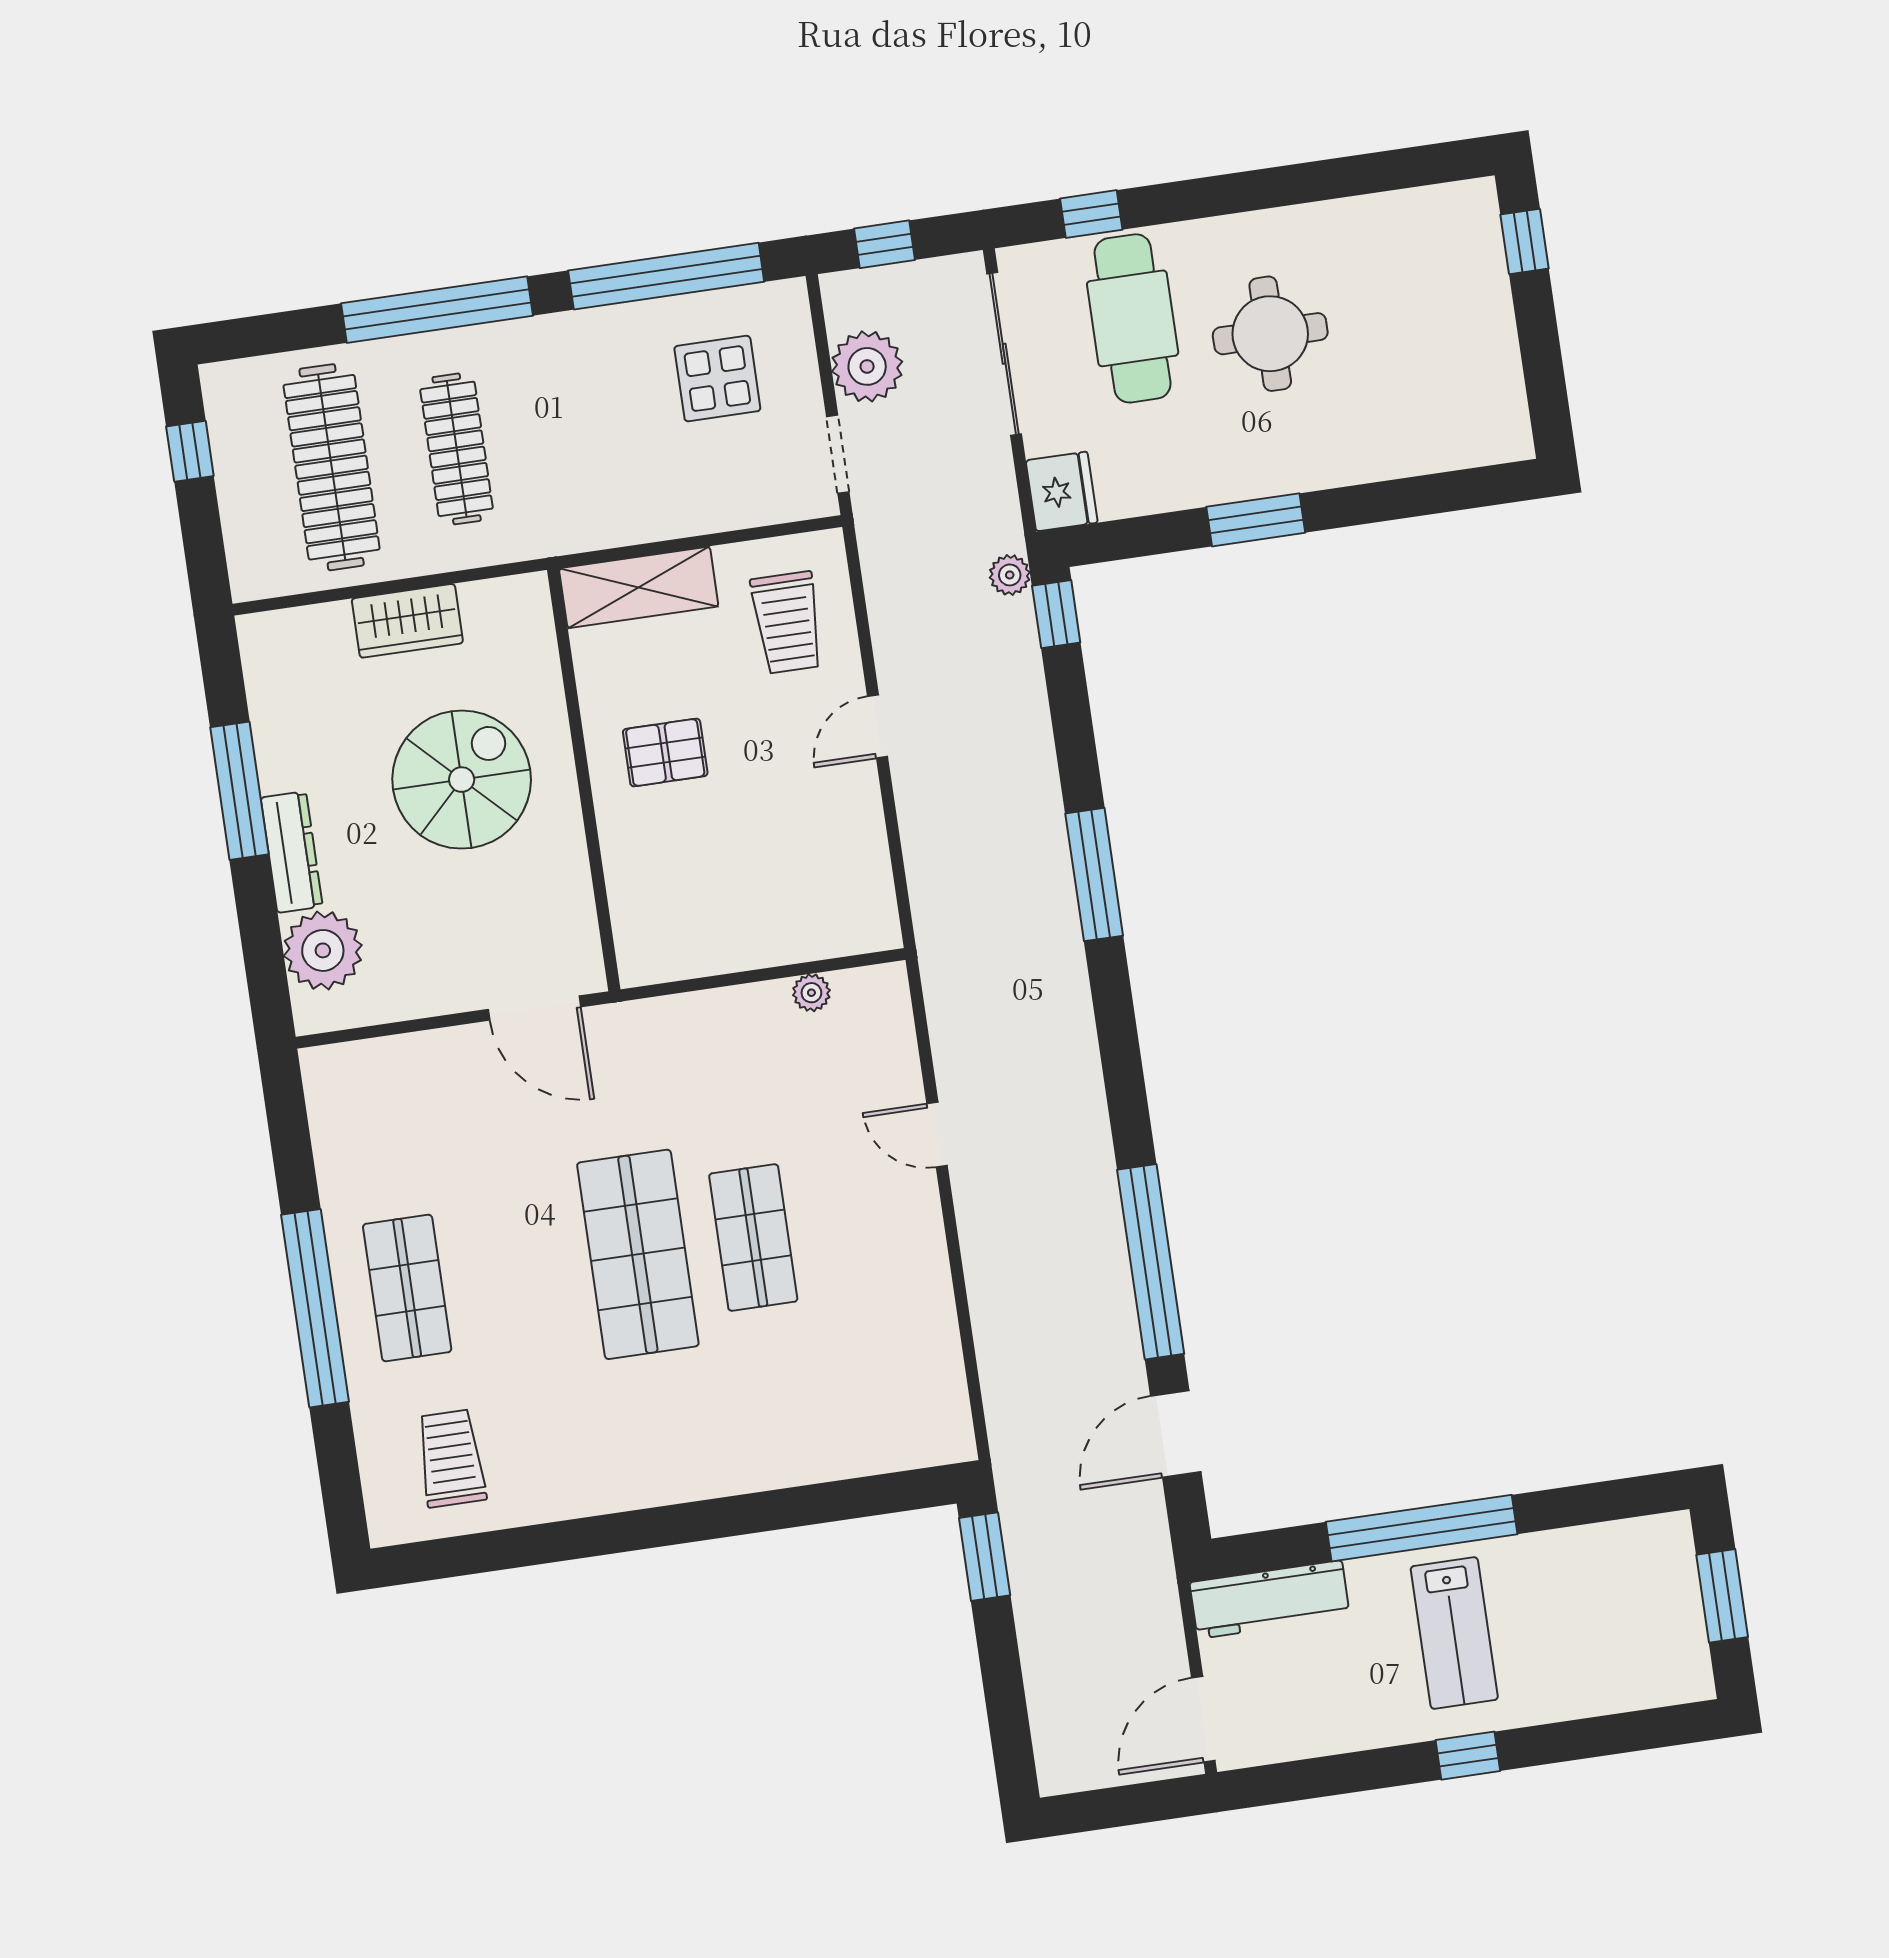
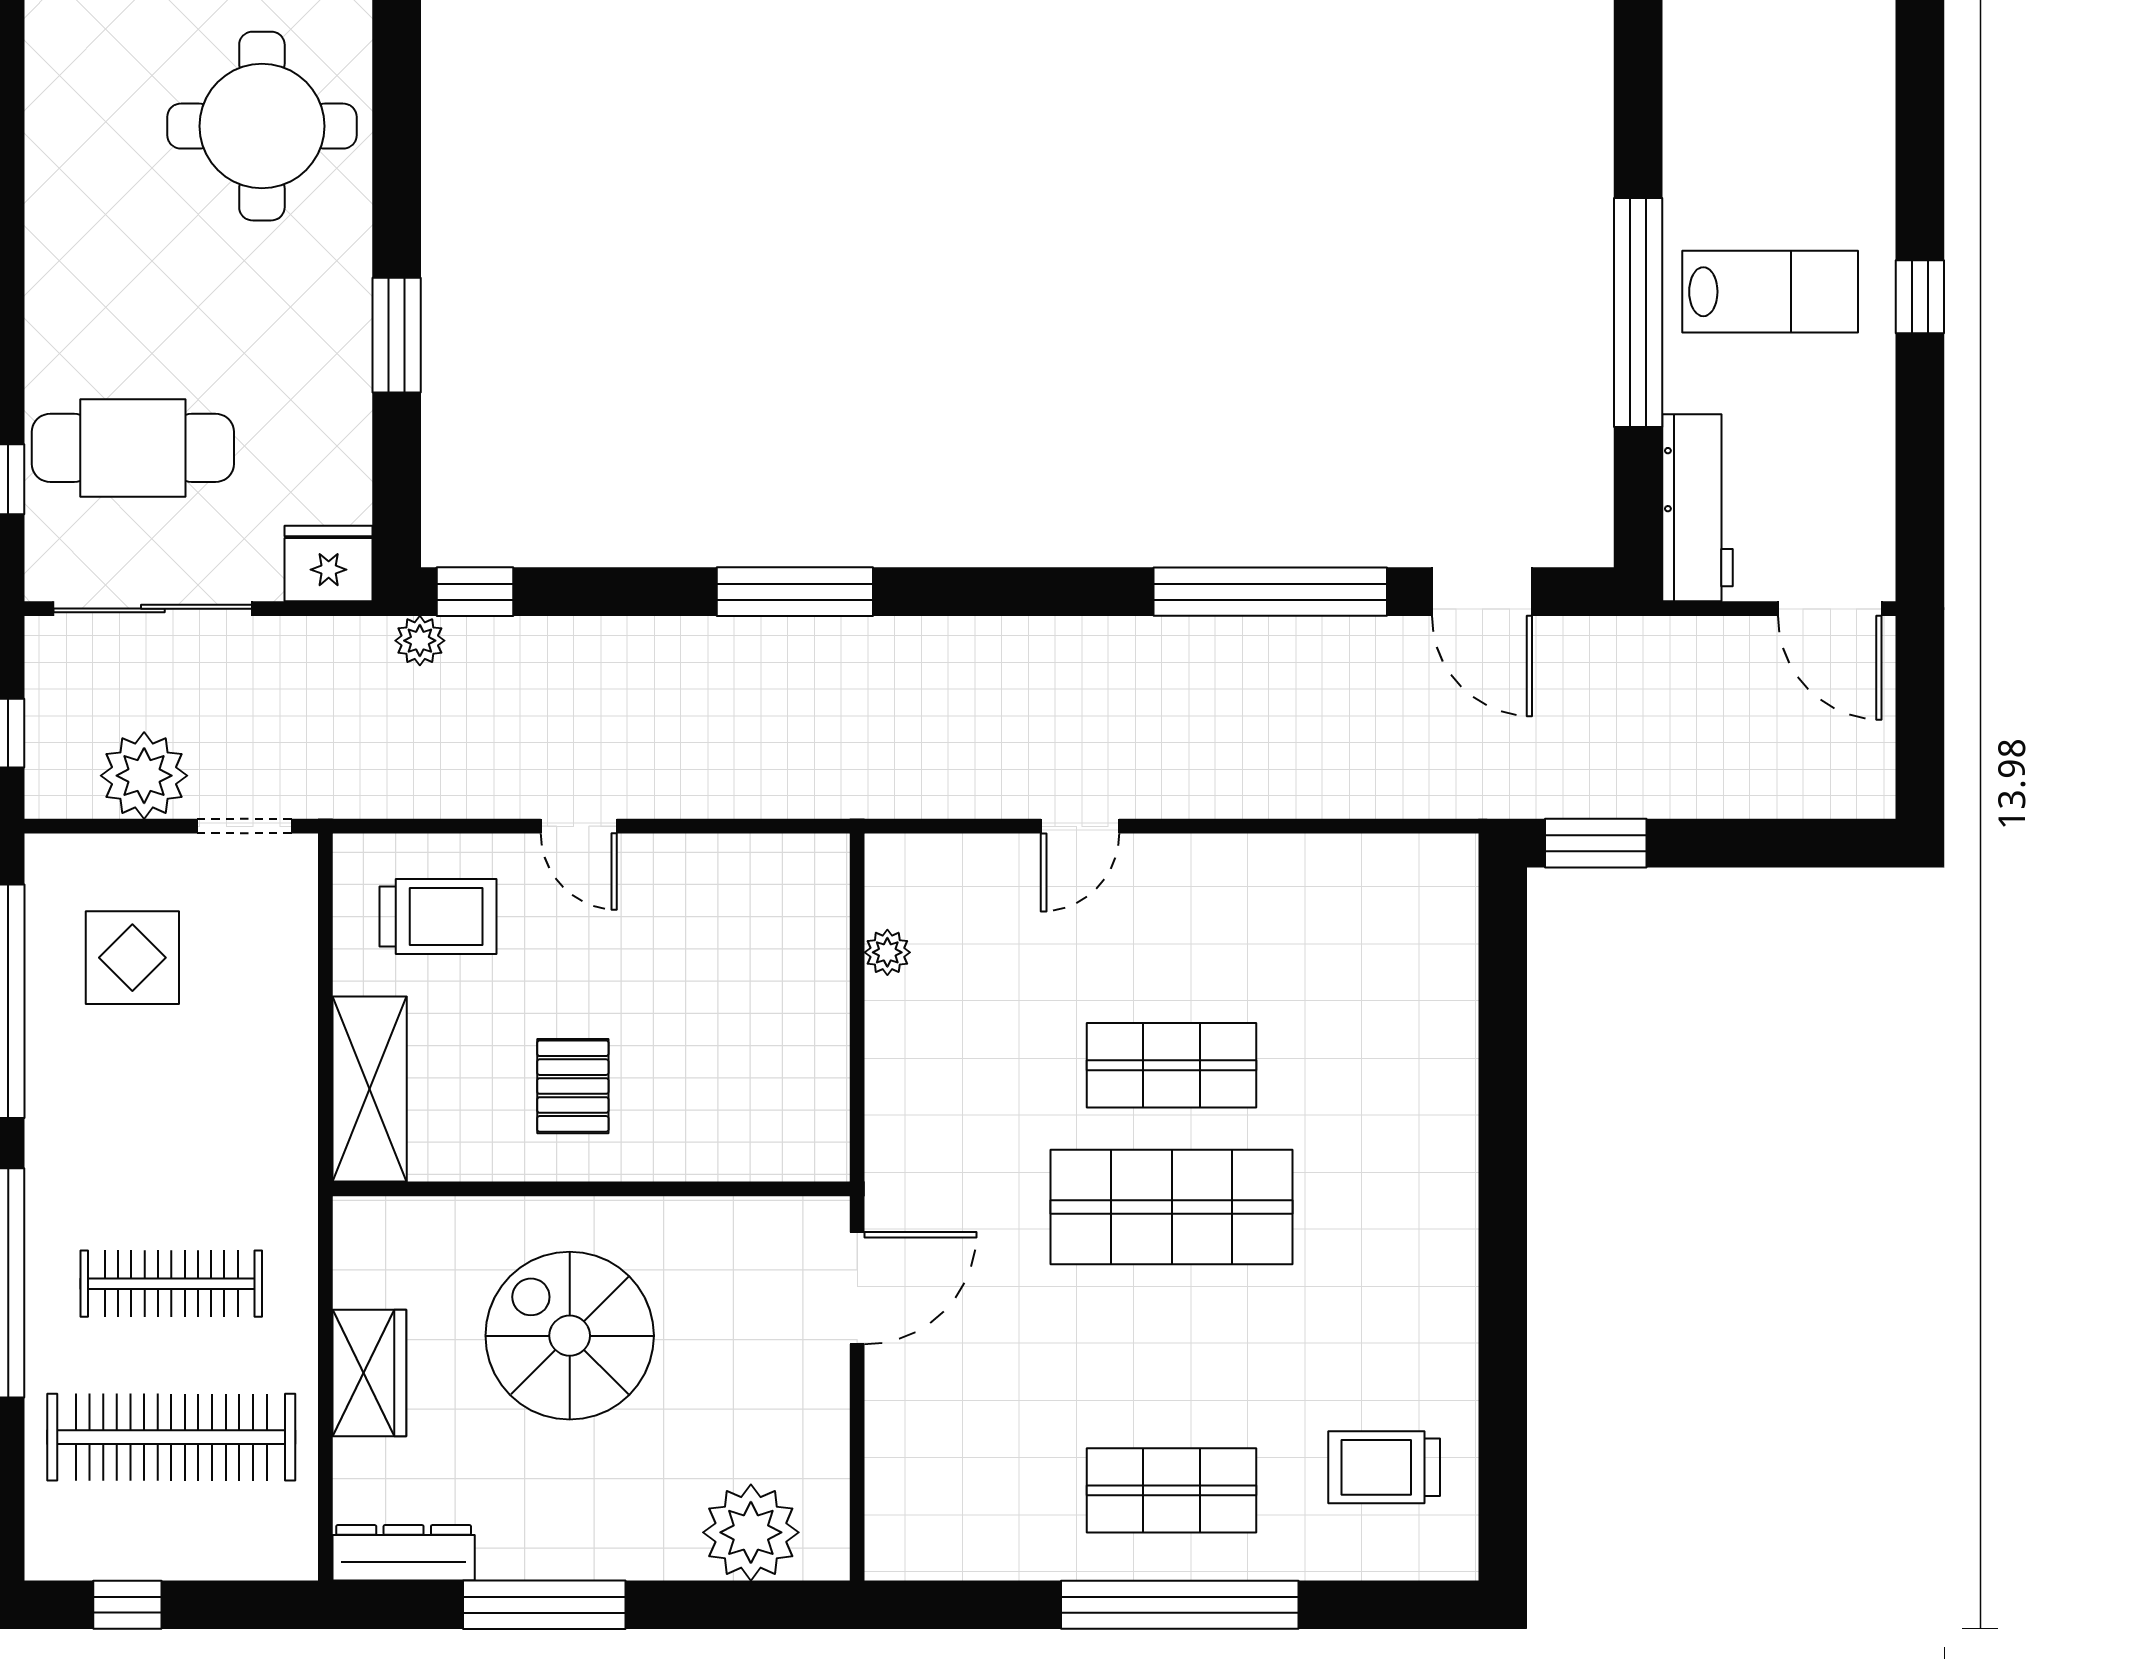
round table: (1270, 334) -> (262, 126), moved, width x1.36, depth x1.36
dresser: (292, 852) -> (404, 1553), moved

